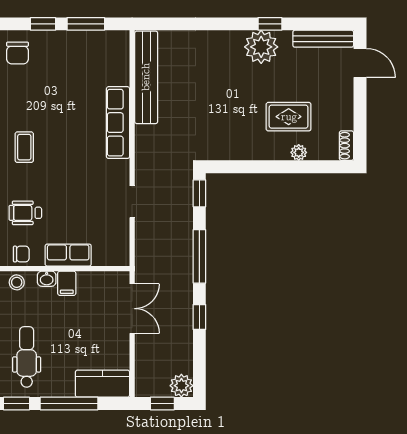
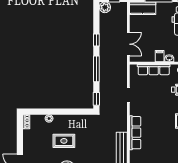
rug: (289, 117) -> (64, 141), moved
row of seats: (68, 255) -> (154, 70), width x1.48
double door: (132, 309) -> (128, 44), swing flipped

